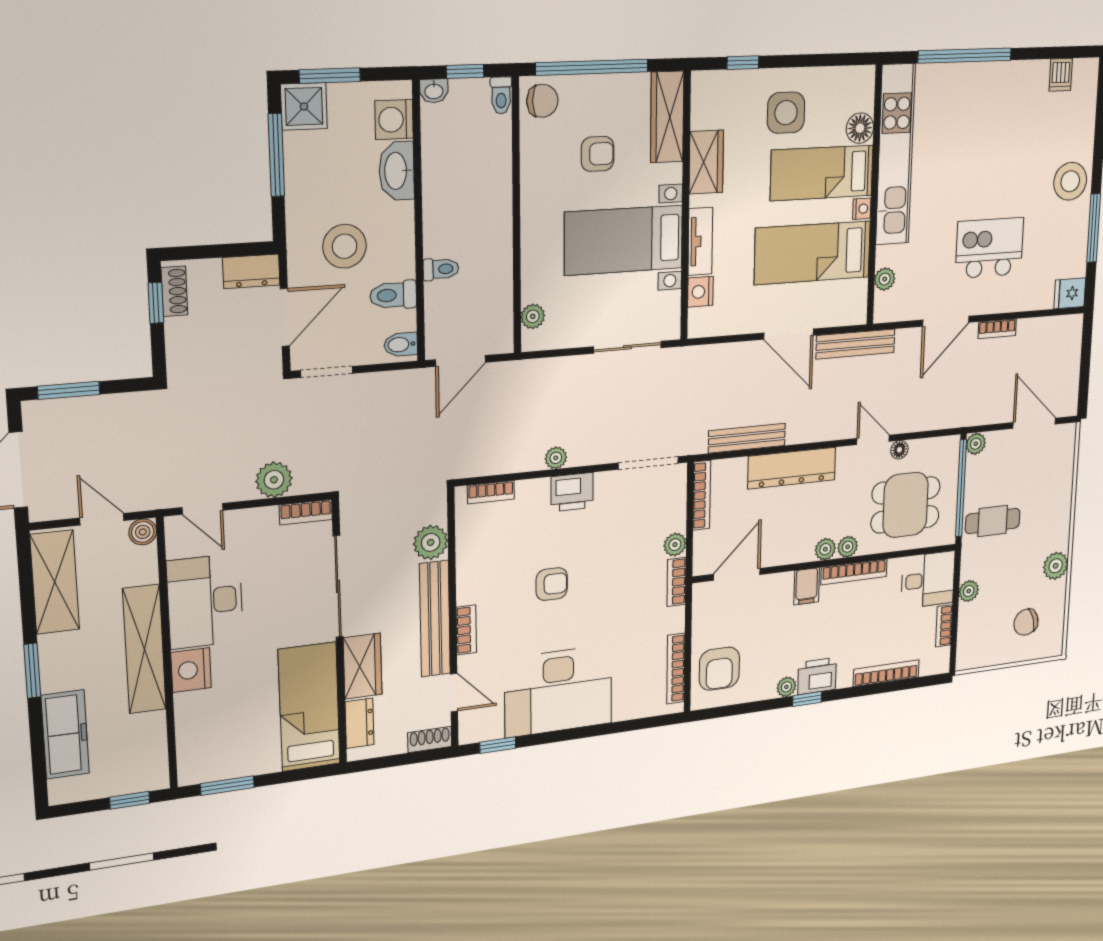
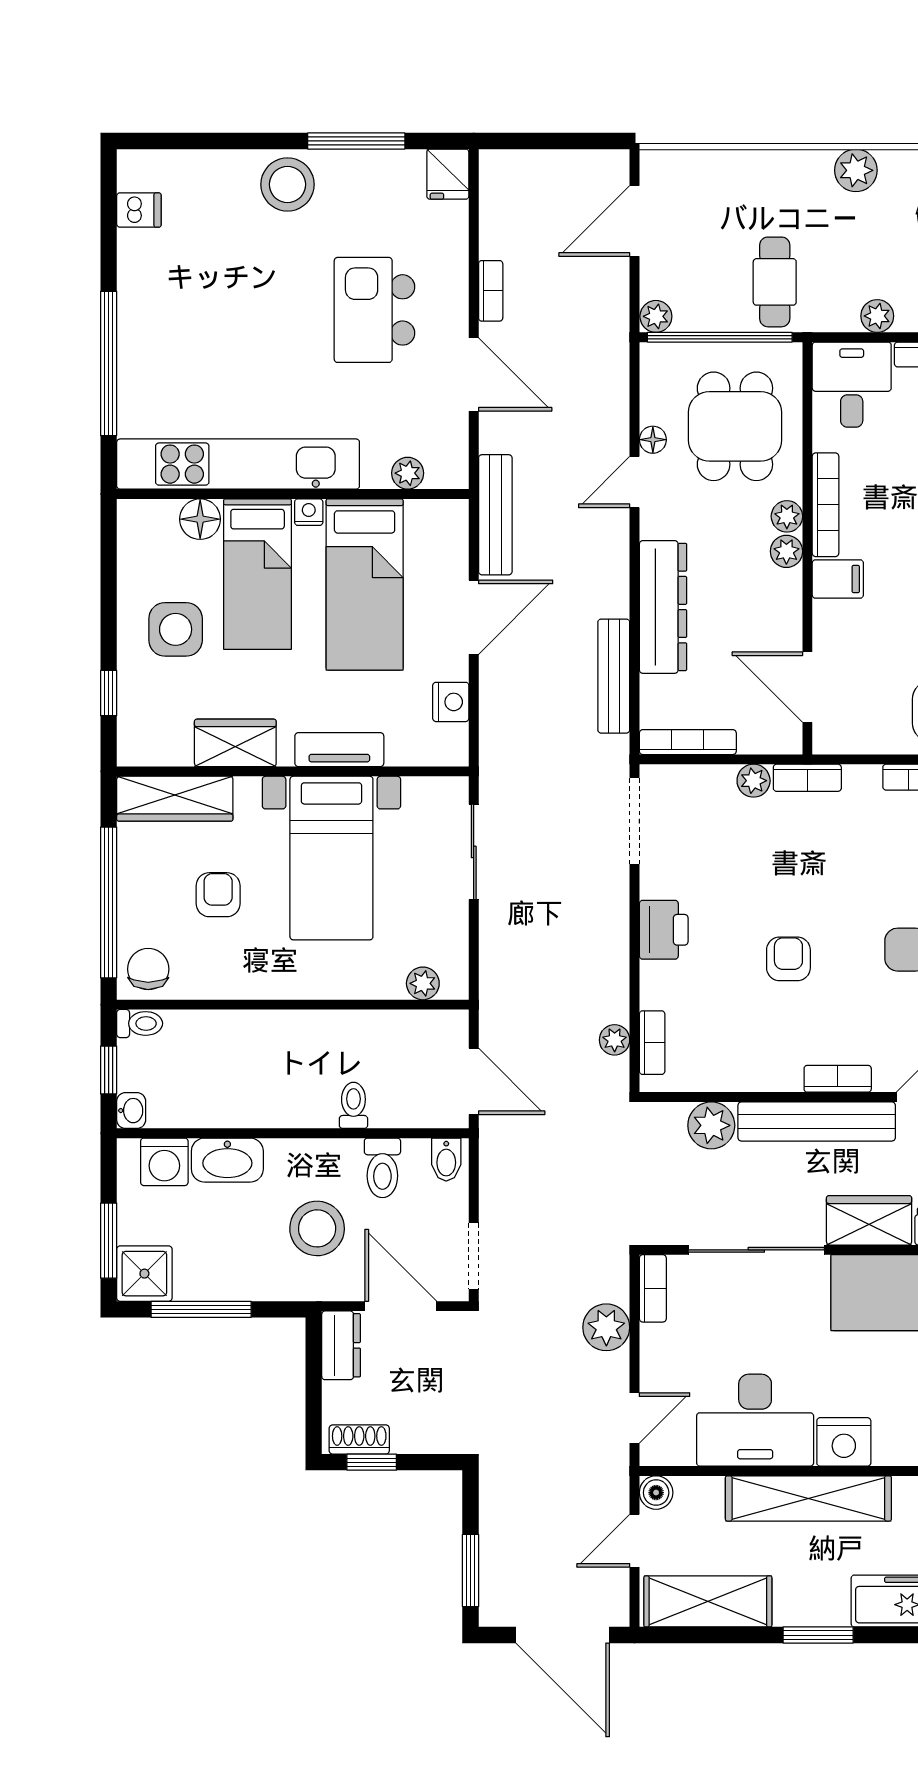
nightstand: (700, 292) -> (451, 702), moved, turned -90
plant: (556, 458) -> (615, 1040), moved

